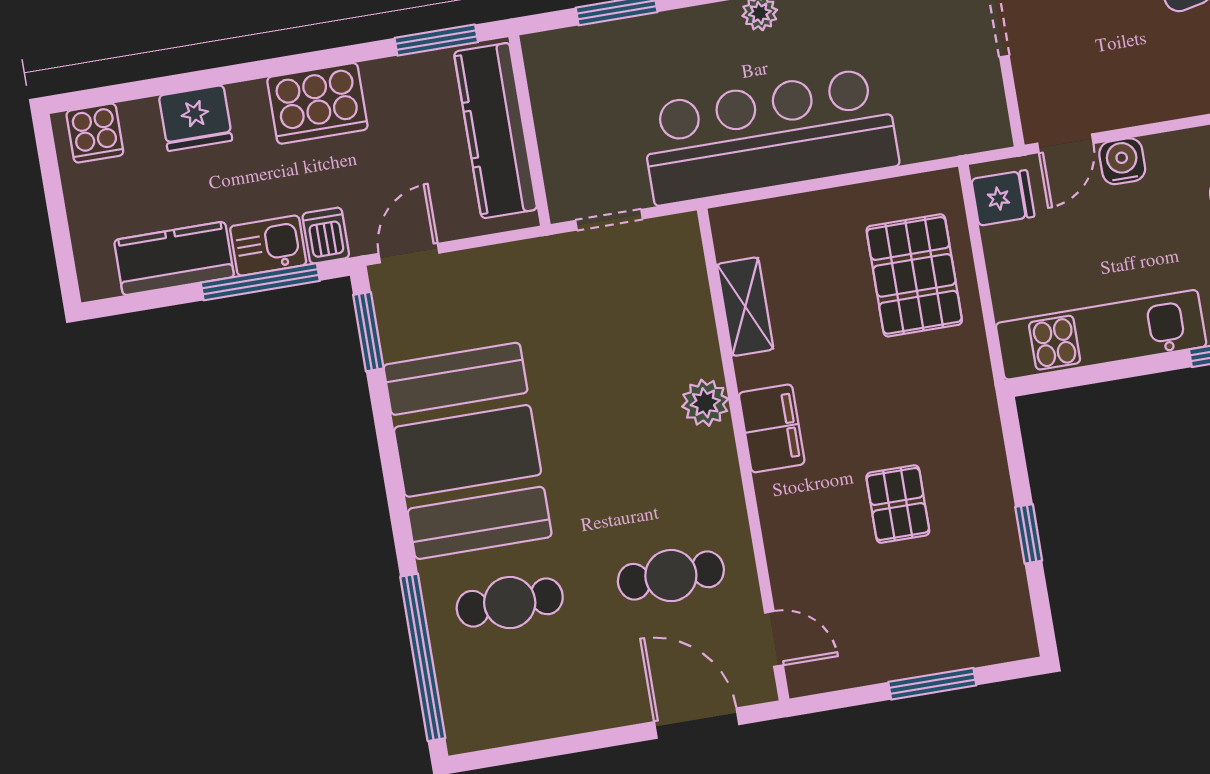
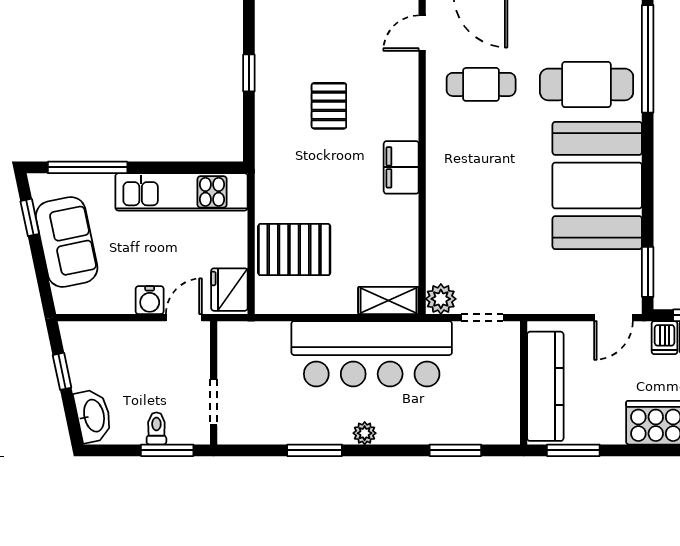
fridge: (1003, 198) -> (229, 290), width x1.38
pallet: (914, 275) -> (294, 250), turned 90
shelving: (745, 307) -> (388, 300), moved, turned 90
plant: (705, 403) -> (441, 299), moved
cafe table: (510, 603) -> (587, 84), width x1.37, depth x1.35
door: (774, 639) -> (422, 33), hinge flipped

